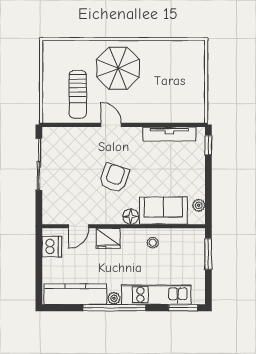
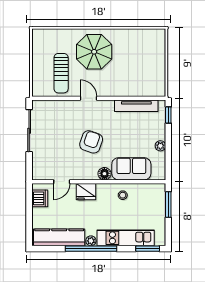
plant: (199, 205) -> (160, 146), moved

